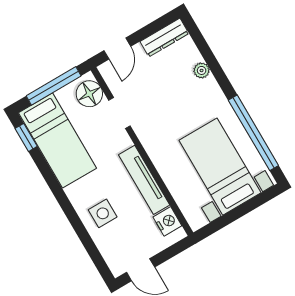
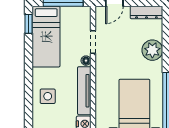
plant: (202, 70) -> (152, 50), width x1.88, depth x1.88
floor lamp: (89, 94) -> (86, 61), moved, width x0.53, depth x0.53

